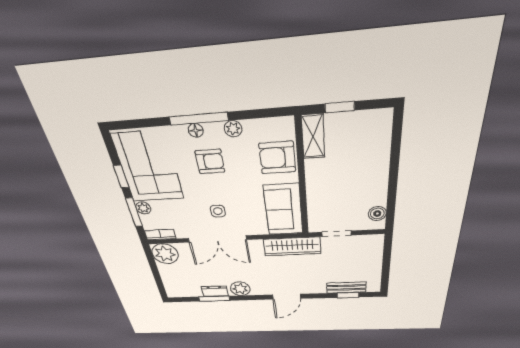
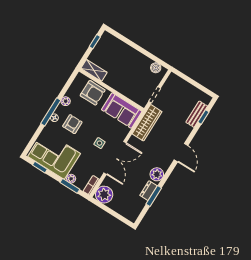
window: (340, 107) -> (95, 42), moved
armchair: (277, 158) -> (93, 93), turned -90
window: (121, 177) -> (40, 167), moved

